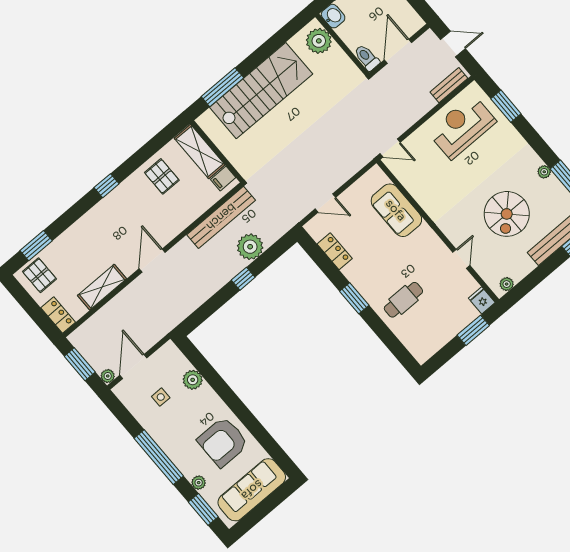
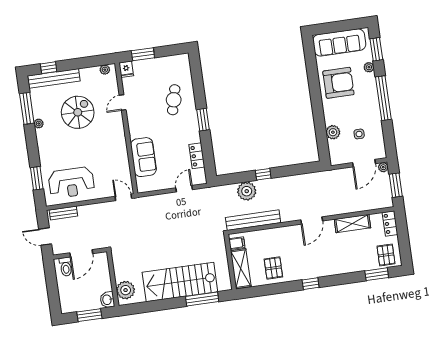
toilet: (367, 58) -> (66, 267), moved
door: (325, 203) -> (184, 189), hinge flipped
cafe table: (403, 300) -> (174, 100), turned -76

